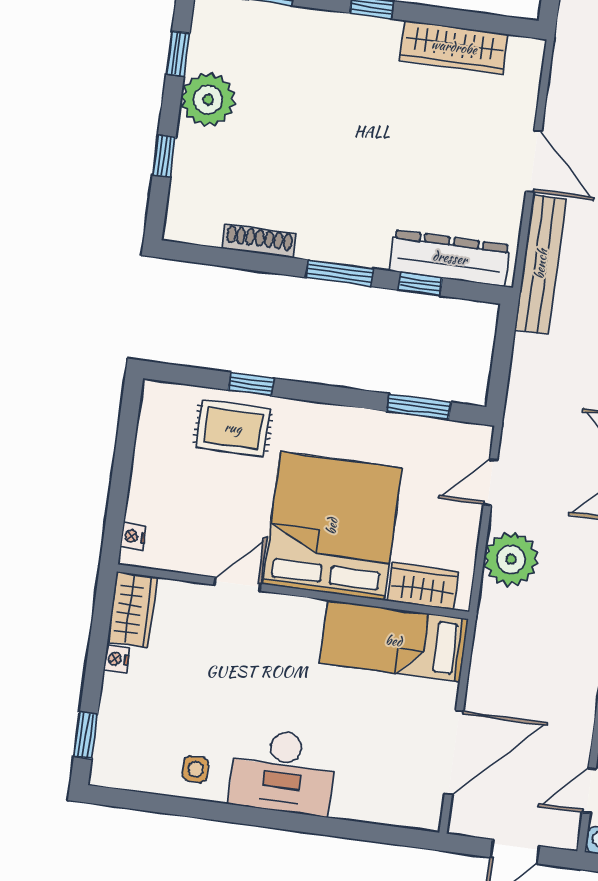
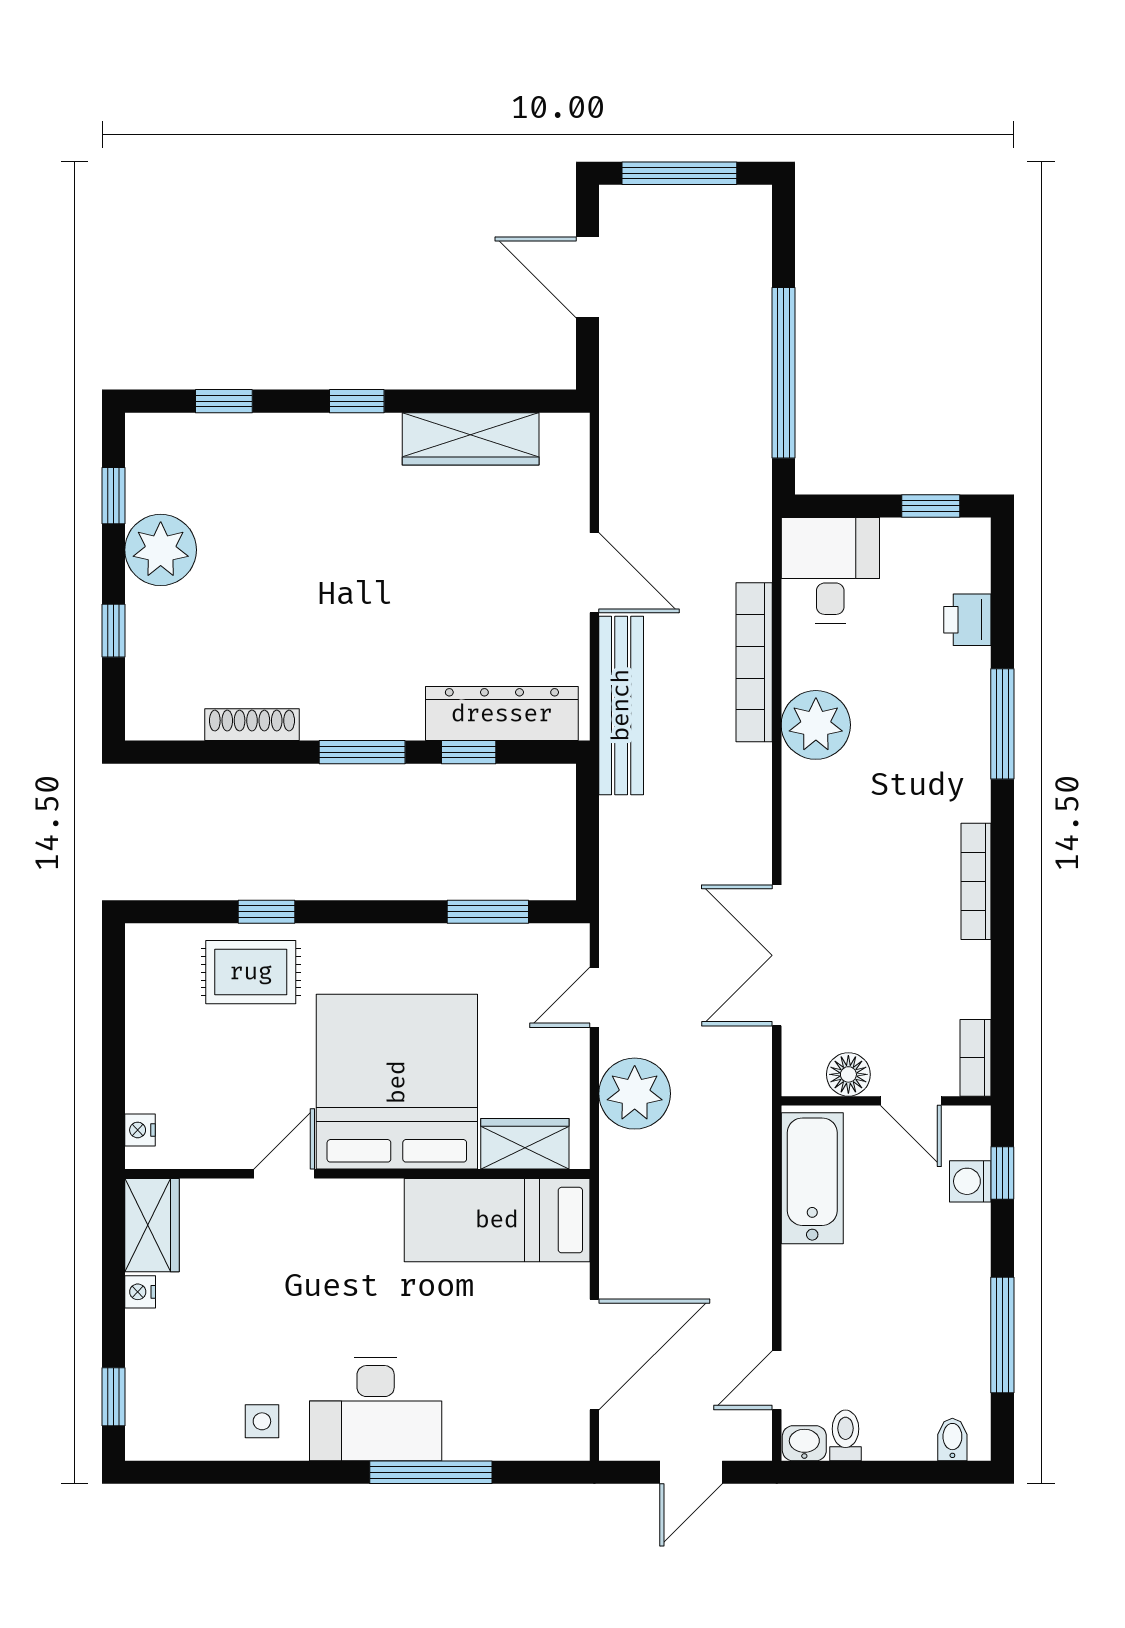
window: (318, 825) -> (431, 1472), added

